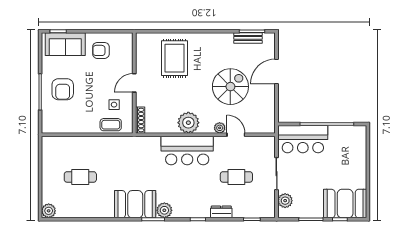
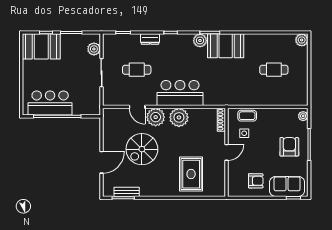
plant: (47, 124) -> (303, 116), added
plant: (220, 128) -> (156, 117), width x1.87, depth x1.87
bar counter: (303, 139) -> (50, 103), moved

